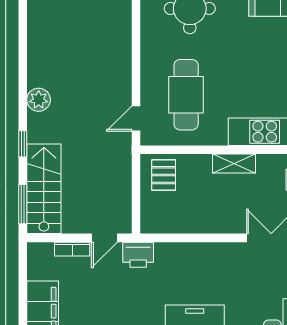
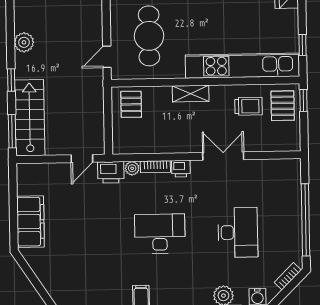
bookcase: (72, 249) -> (155, 167), moved
plant: (163, 250) -> (132, 168), added
printer: (221, 252) -> (181, 169), added

